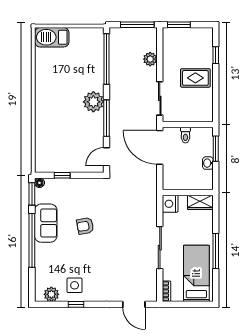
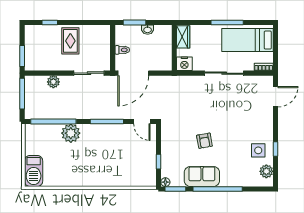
plant: (93, 102) -> (71, 133), moved

